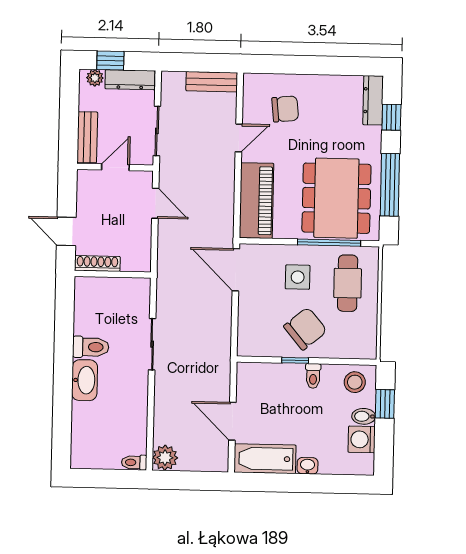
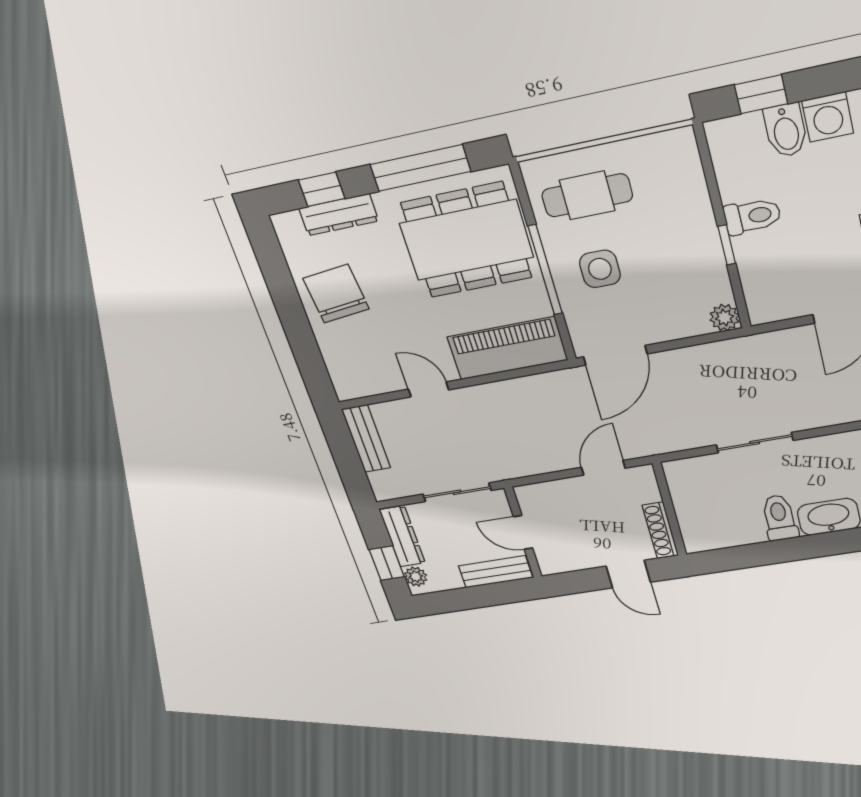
dresser: (373, 100) -> (339, 215), moved
chair: (285, 109) -> (336, 294), moved, width x1.37, depth x1.37
door: (155, 203) -> (603, 468), moved
door: (66, 231) -> (628, 574), hinge flipped
window: (329, 243) -> (545, 270), moved
chair: (305, 329) -> (674, 241), removed
plant: (246, 347) -> (725, 318), added
toilet: (313, 376) -> (752, 216), width x1.37, depth x1.39
stool: (355, 382) -> (738, 149), removed
bidet: (364, 416) -> (786, 130), width x1.38, depth x1.36

